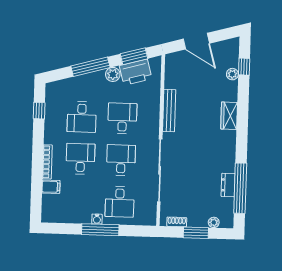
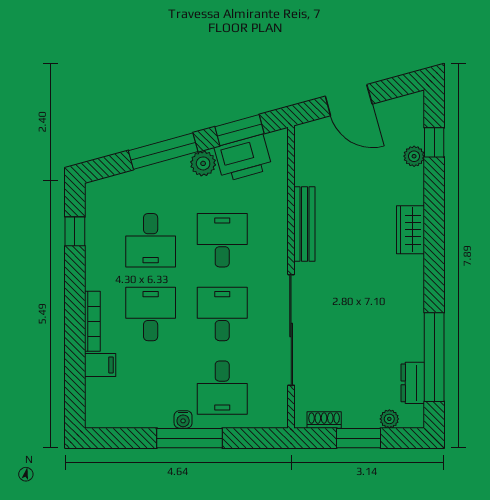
dresser: (228, 185) -> (413, 383), moved

